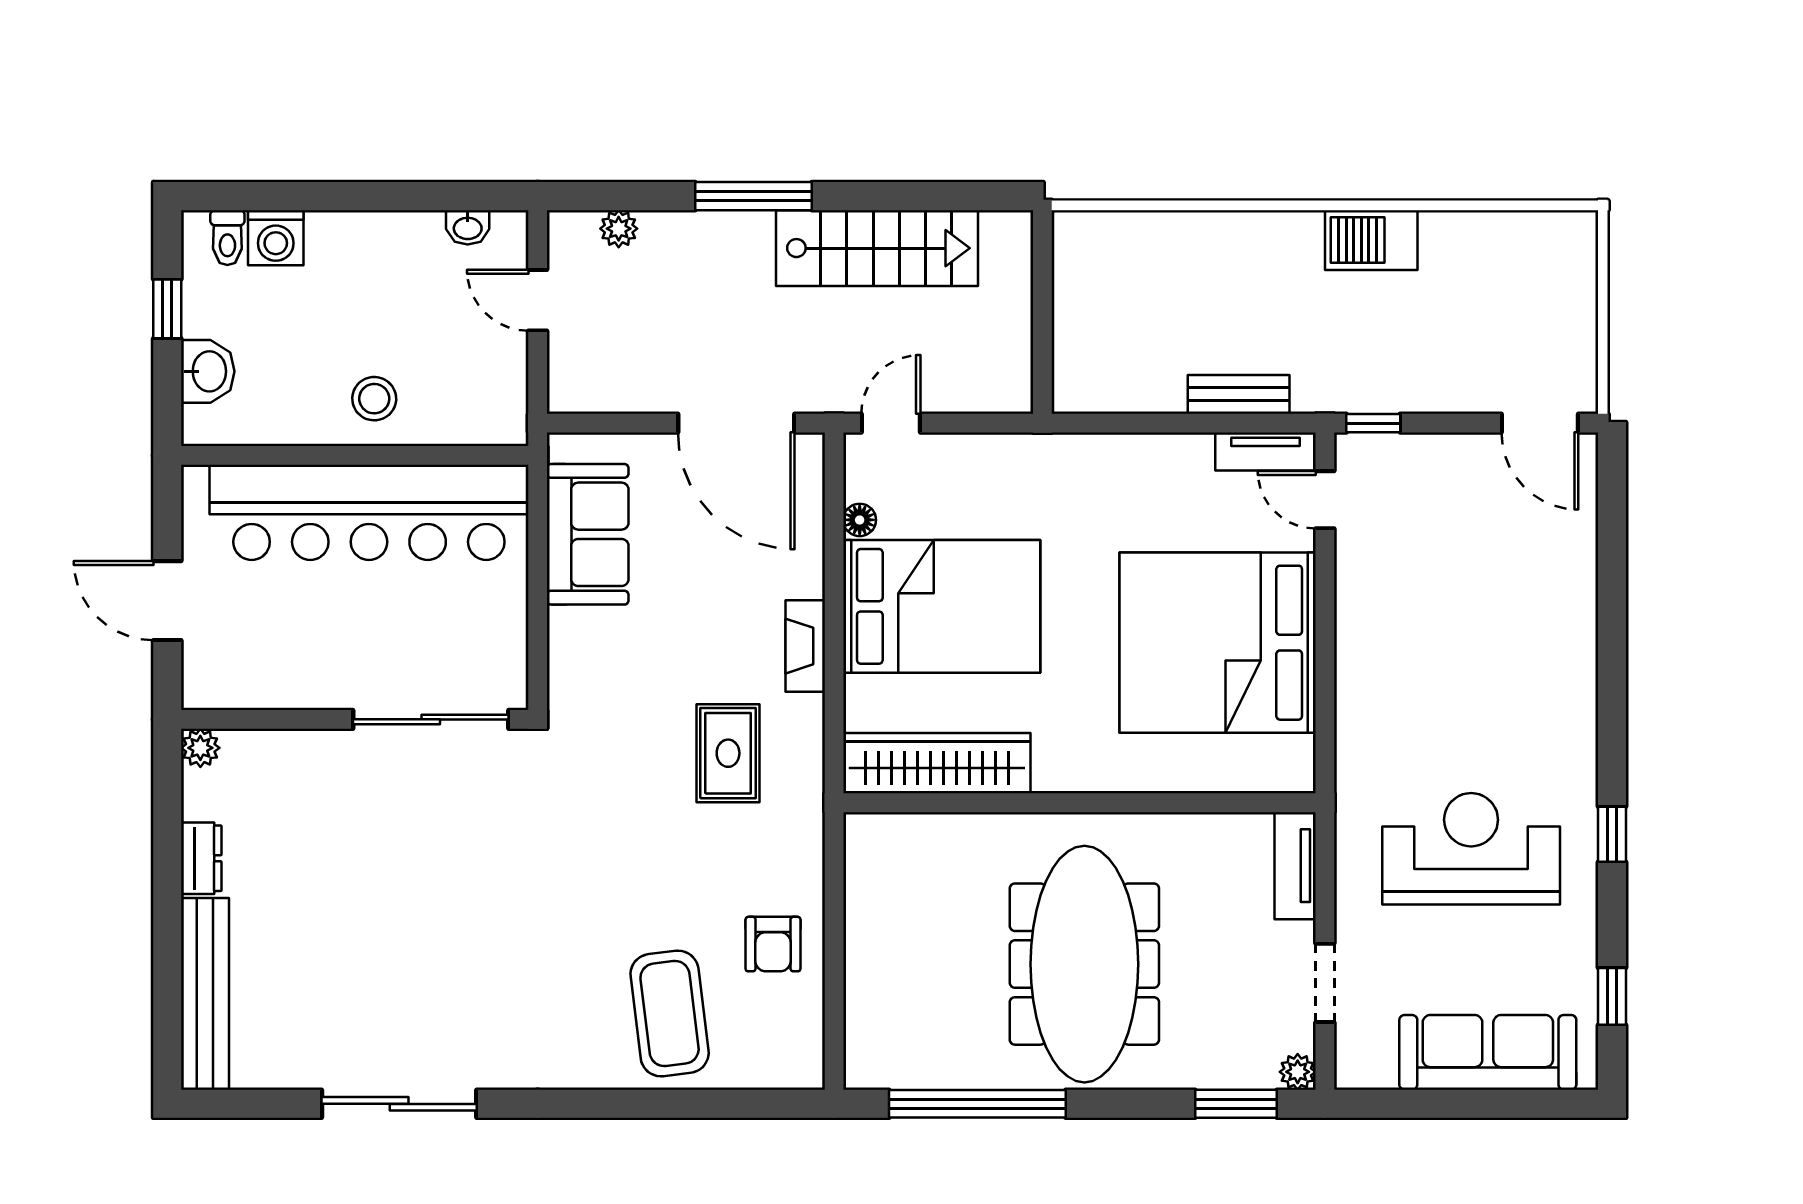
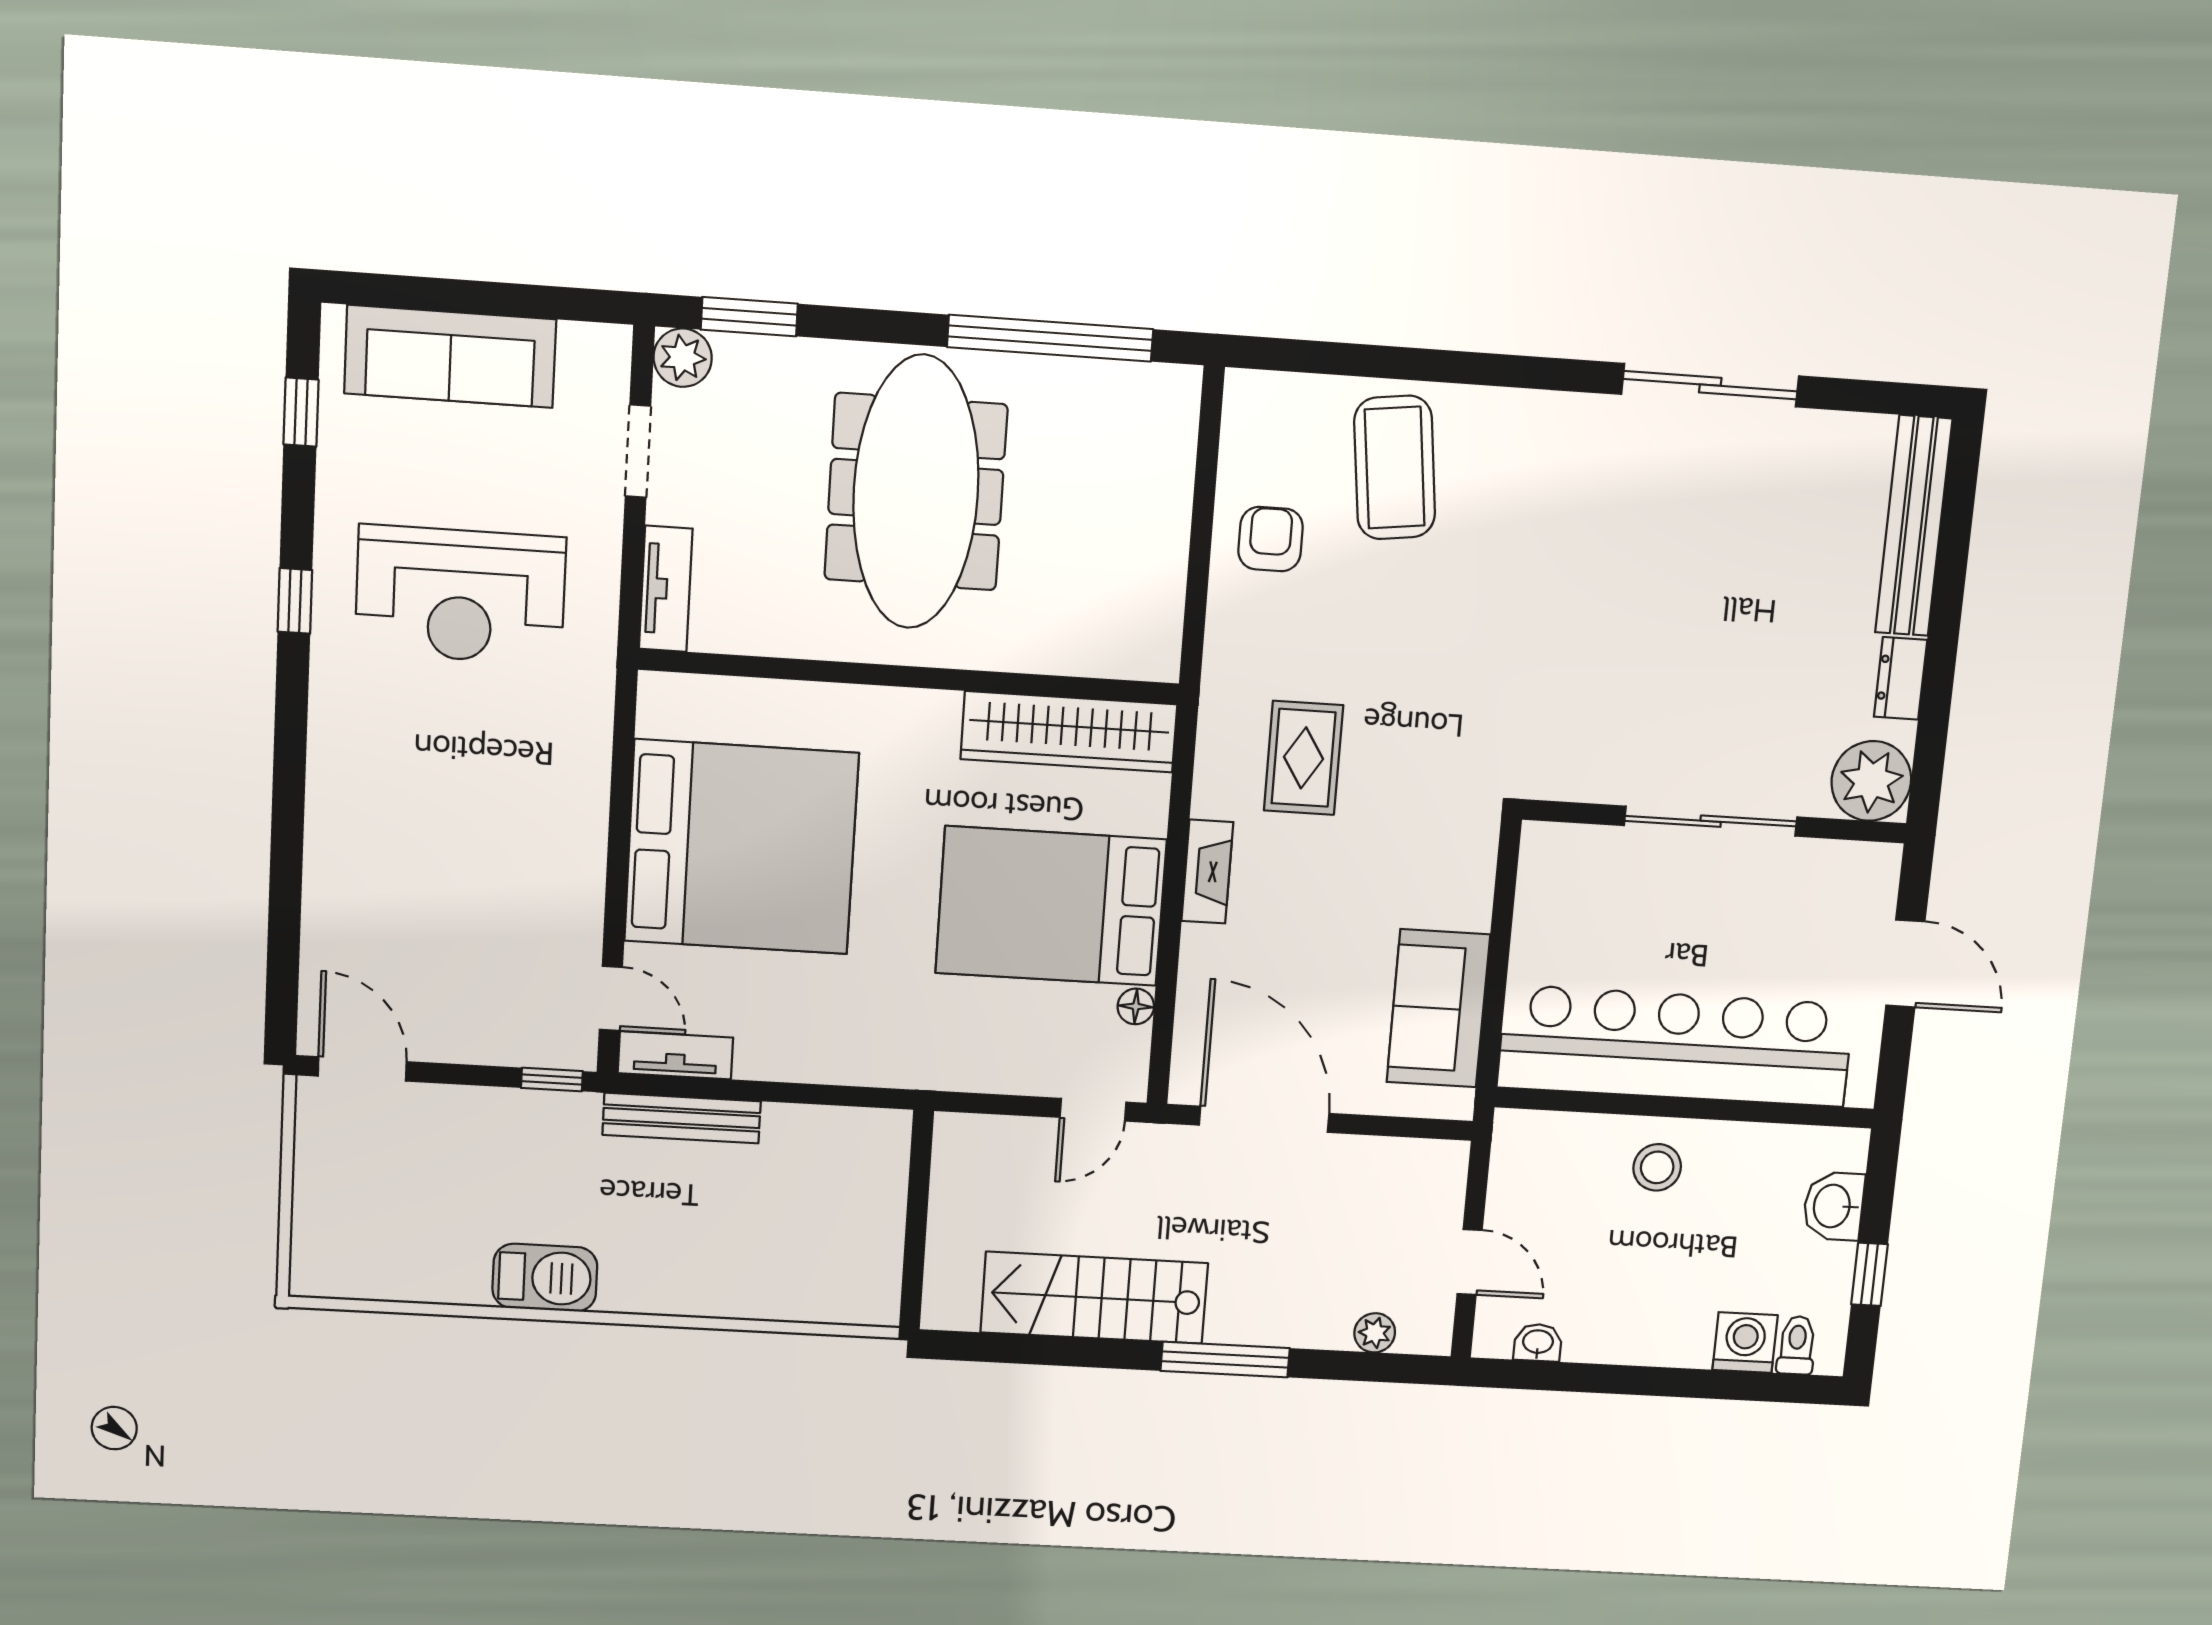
bench: (1239, 394) -> (682, 1118), width x1.36
sliding door: (431, 719) -> (1711, 821), moved
plant: (200, 748) -> (1871, 781), width x1.88, depth x1.88
plant: (1298, 1072) -> (683, 358), width x1.38, depth x1.38

